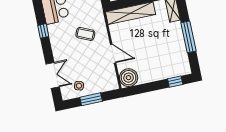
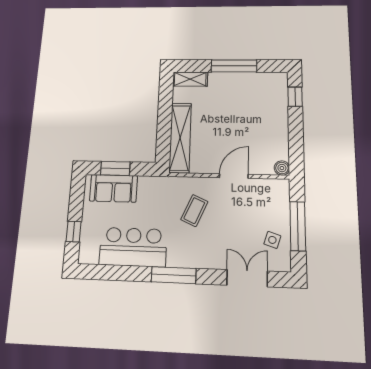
window: (43, 31) -> (174, 275), width x2.17
boiler: (129, 78) -> (282, 168), width x0.54, depth x0.54
window: (91, 99) -> (298, 226), width x1.44

